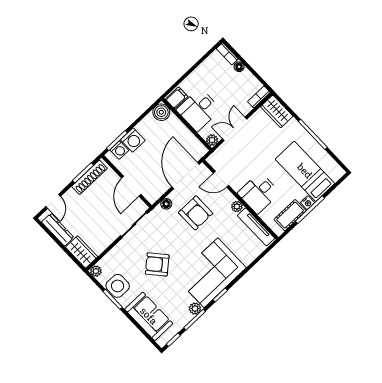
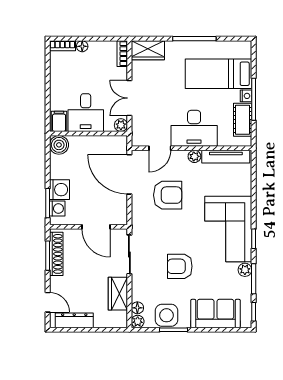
desk: (259, 193) -> (194, 128), width x1.37
floor lamp: (166, 204) -> (137, 308), moved
wardrobe: (82, 252) -> (118, 294), moved, turned -90
armchair: (157, 264) -> (180, 266), turned 41

